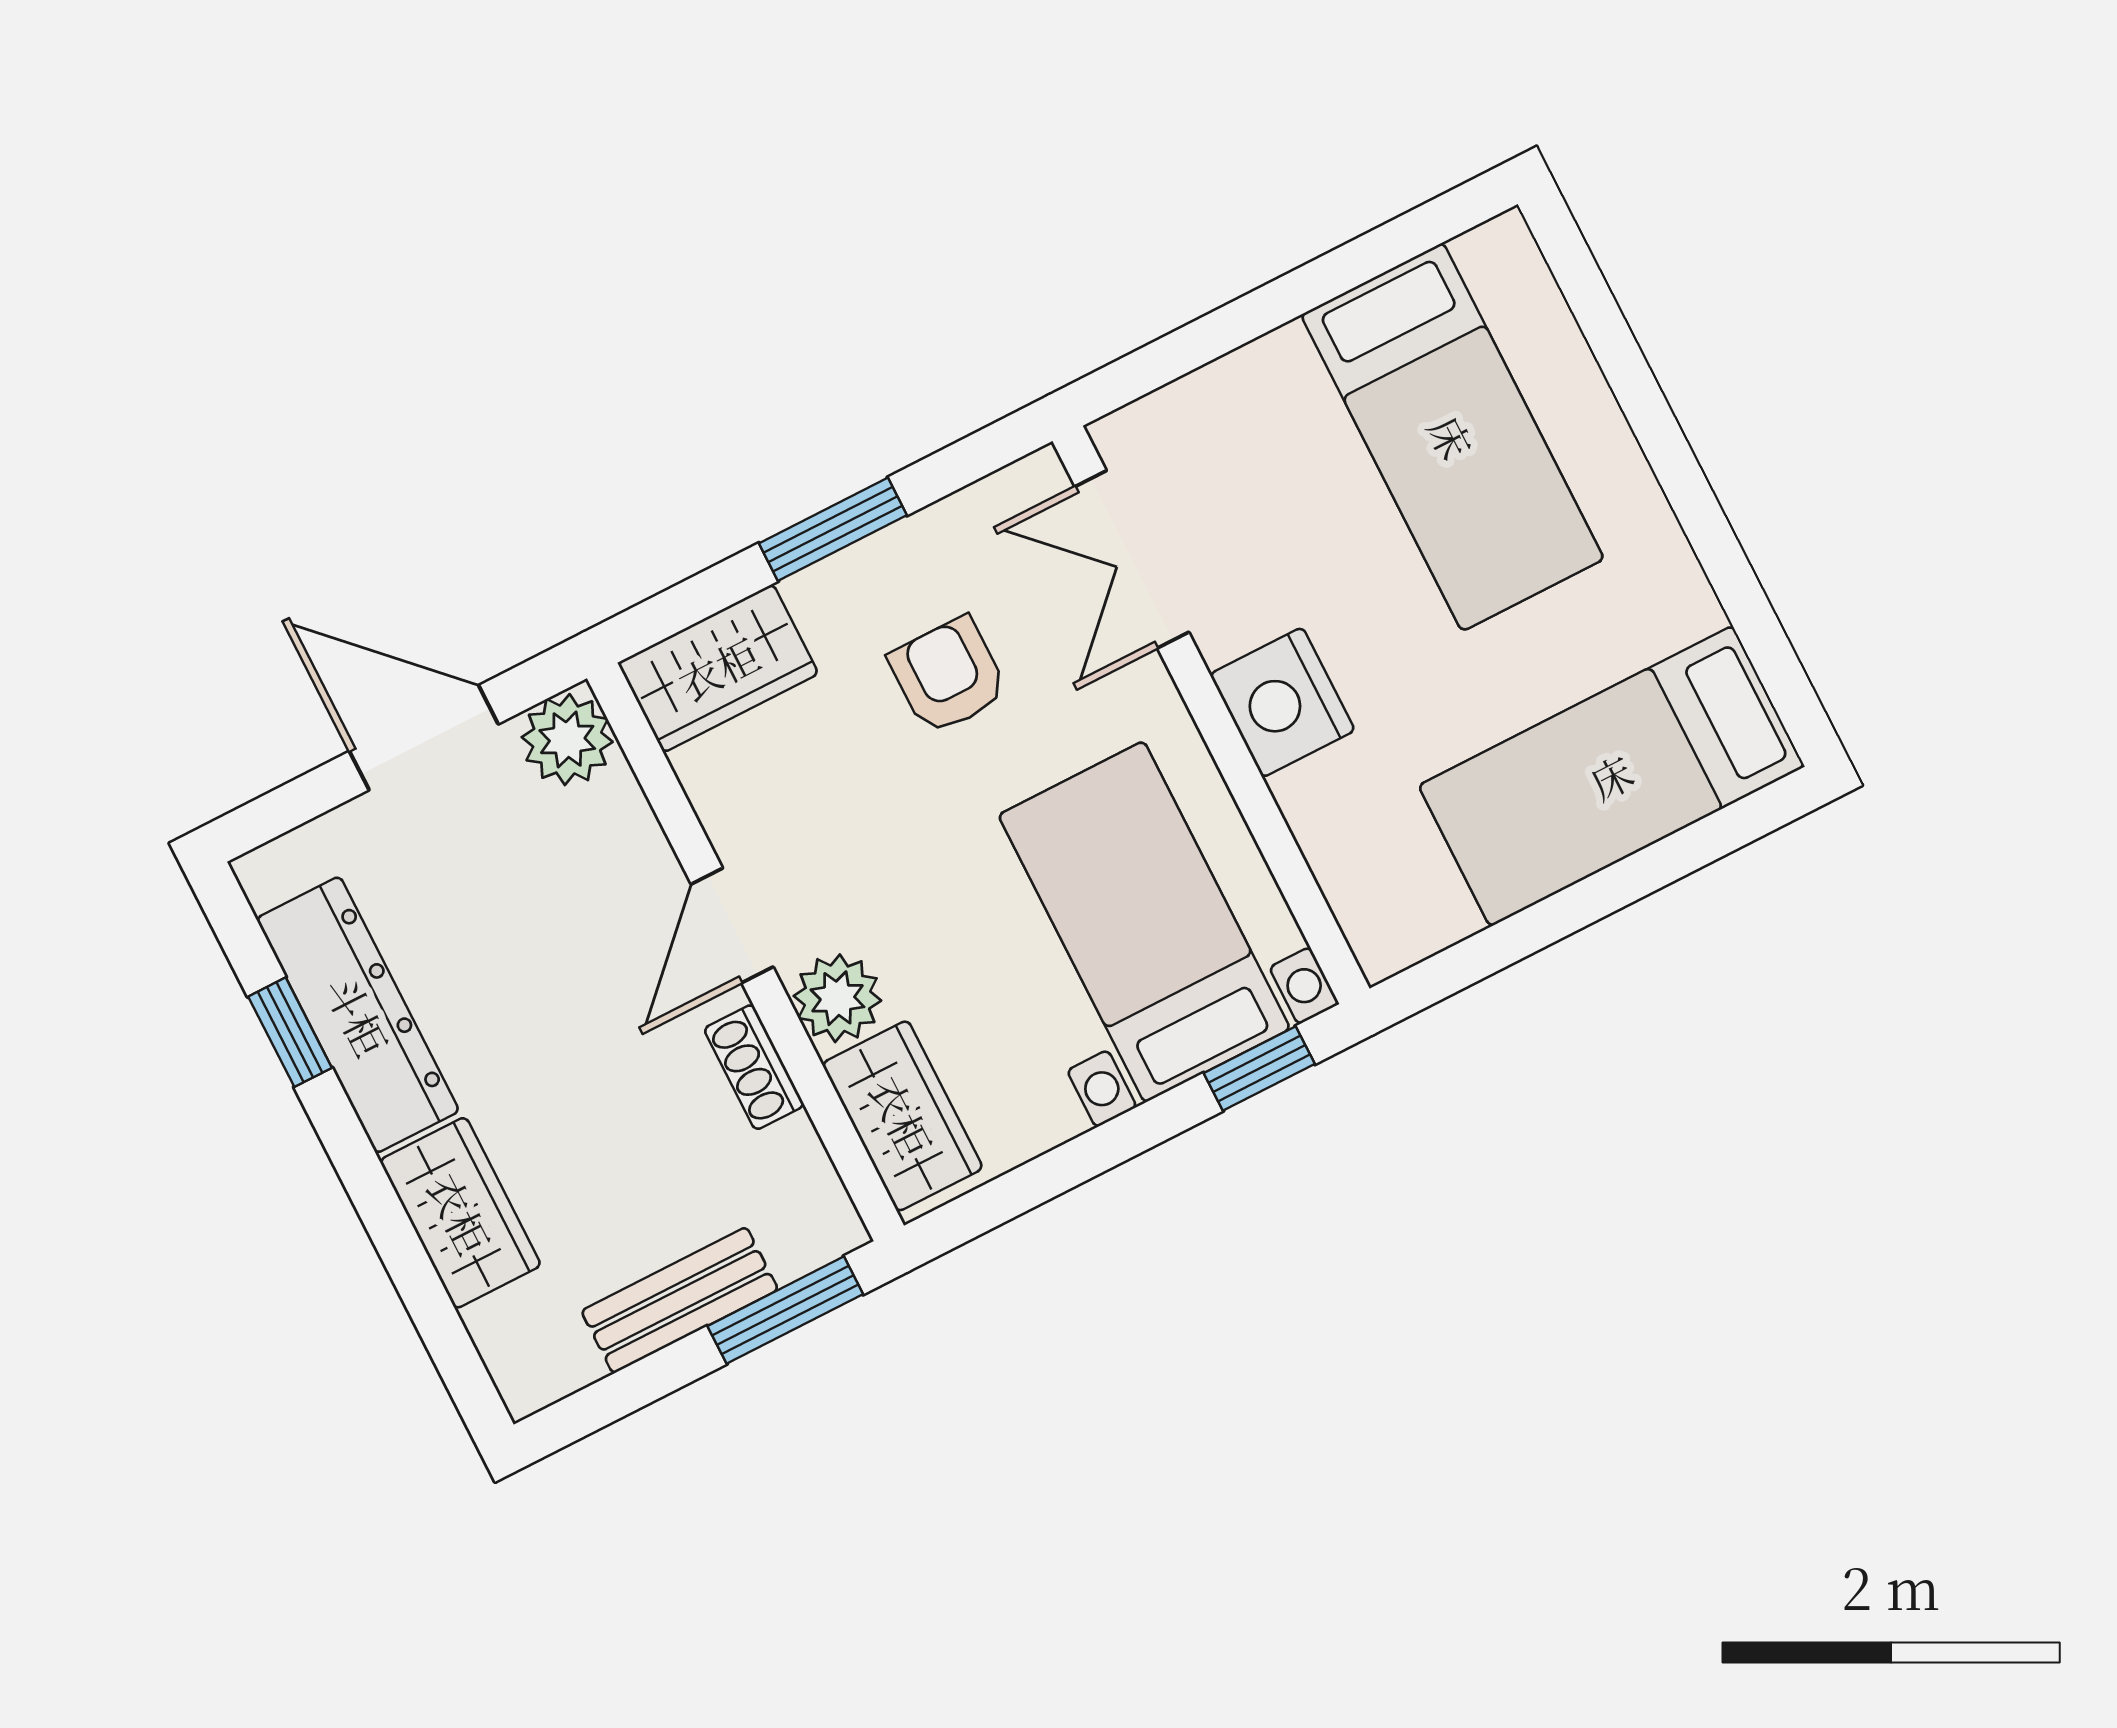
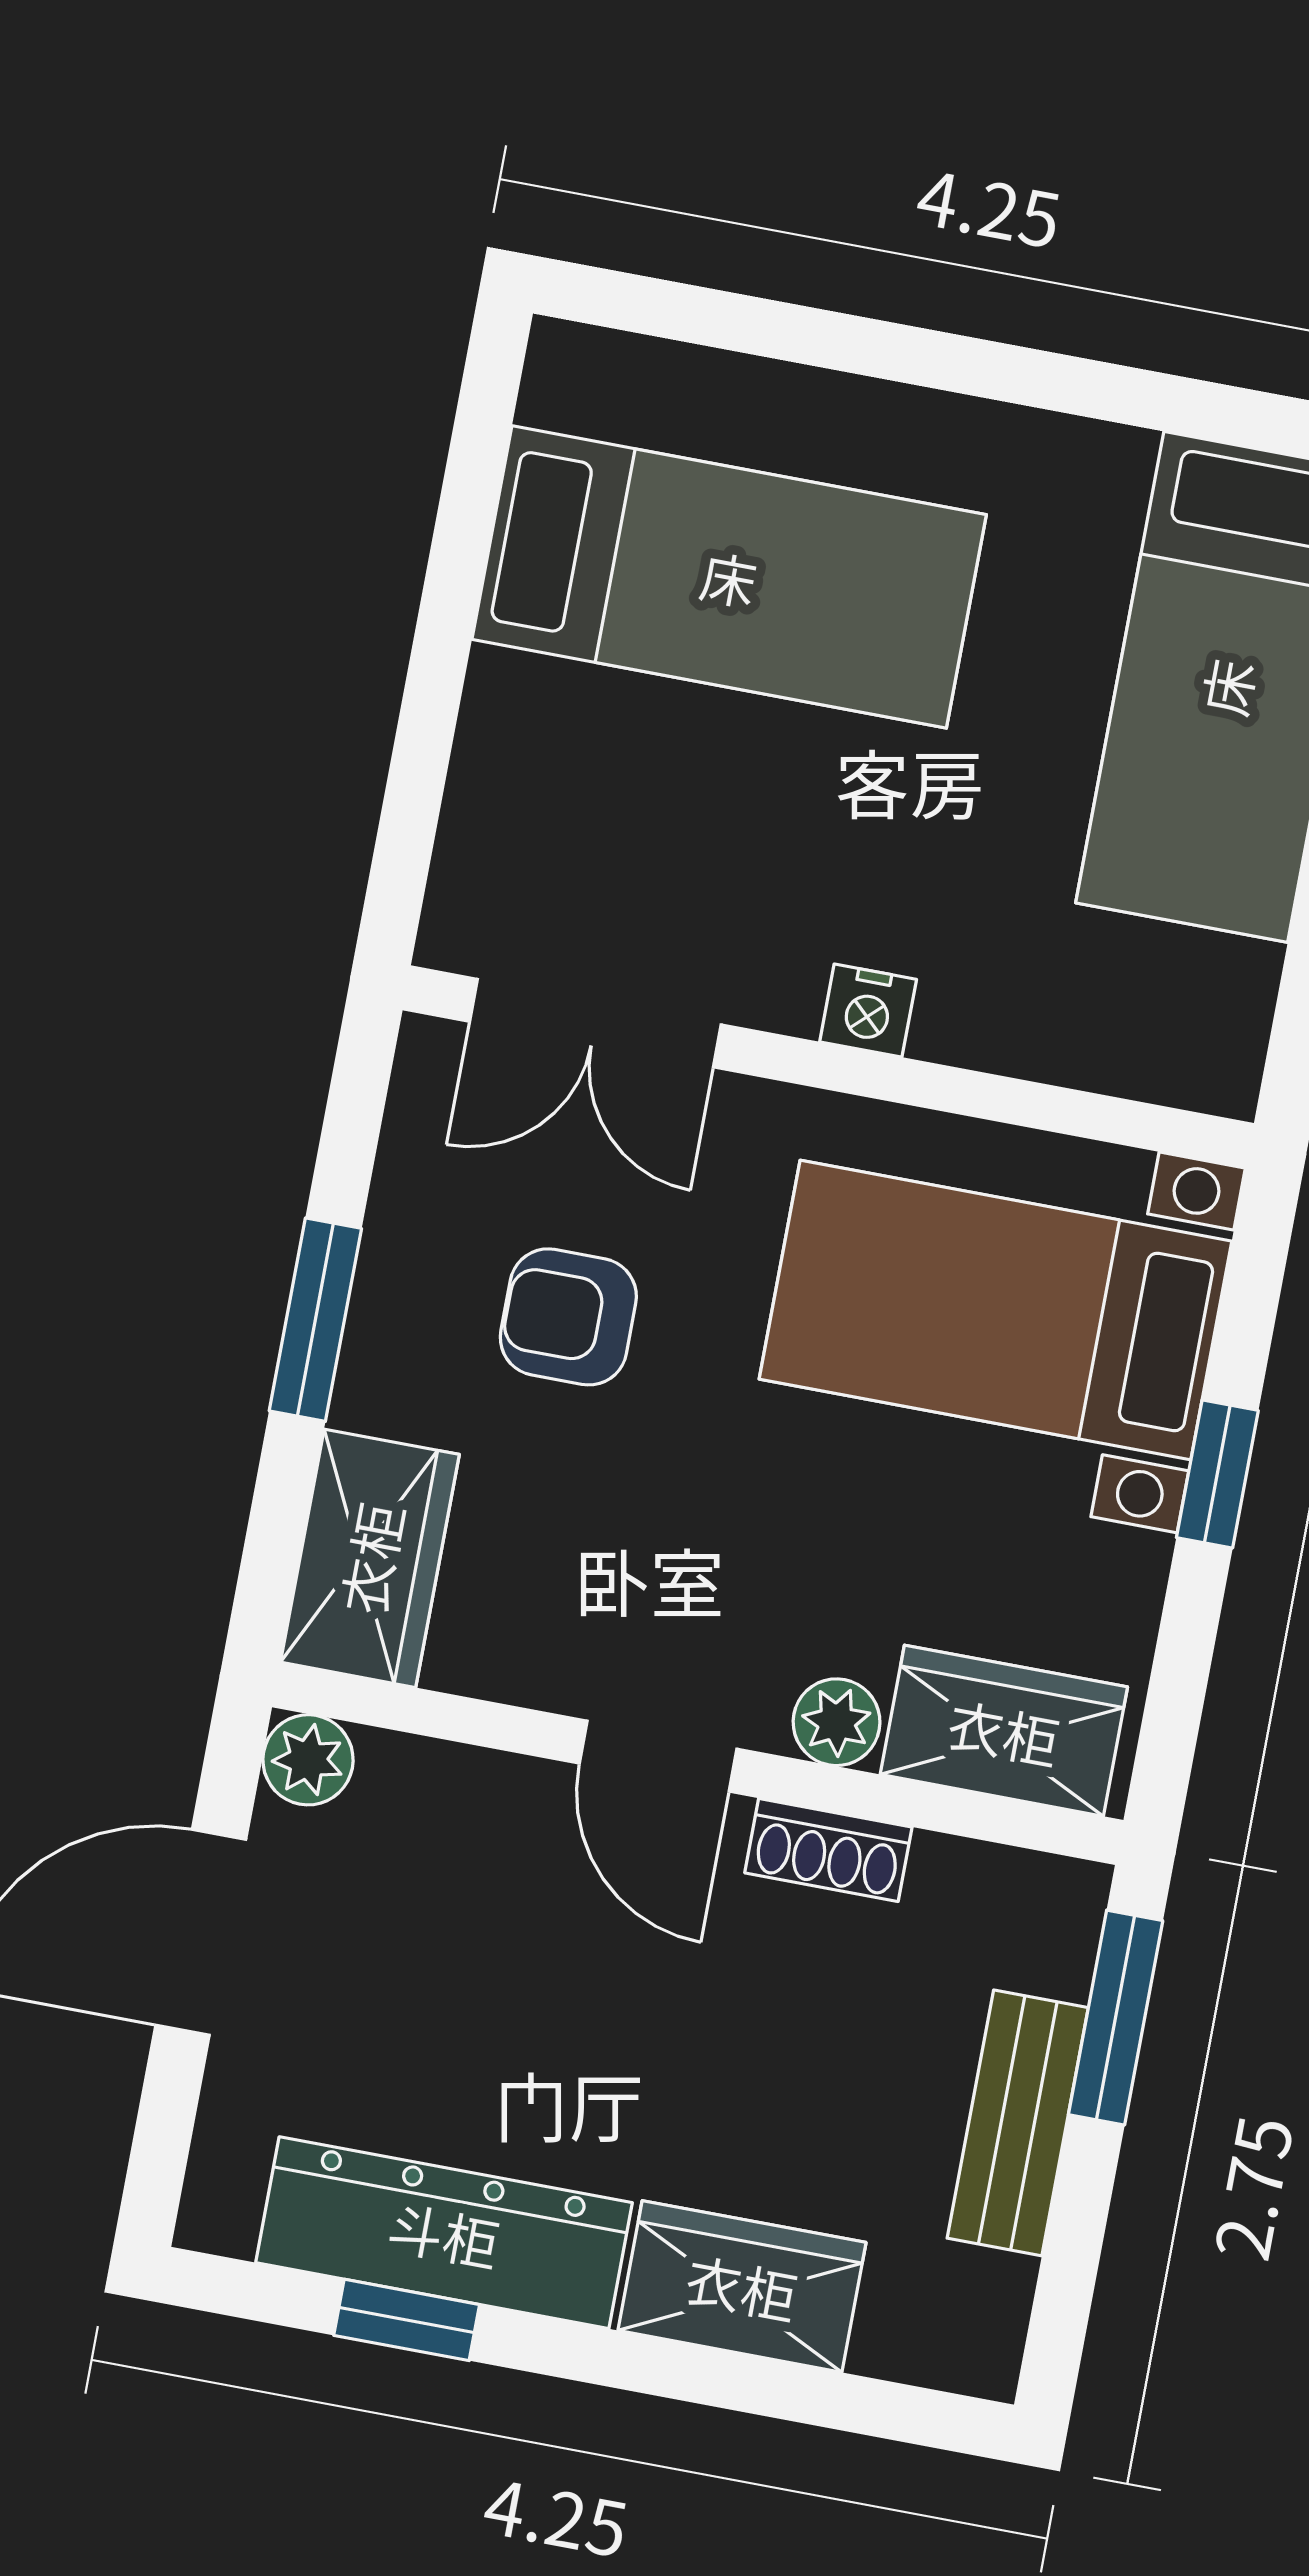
nightstand: (1282, 702) -> (868, 1011), width x0.53, depth x0.56
plant: (567, 740) -> (308, 1760), width x0.73, depth x0.73
plant: (837, 998) -> (837, 1722), width x0.73, depth x0.73
window: (1259, 1068) -> (1217, 1474), moved

